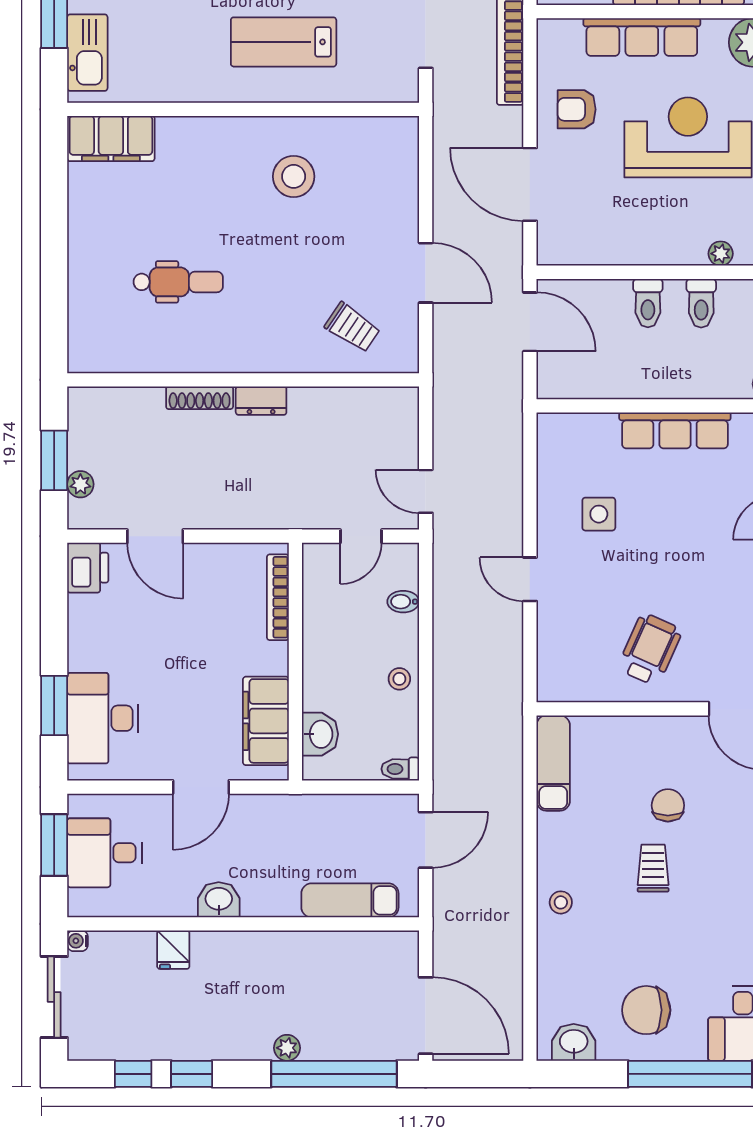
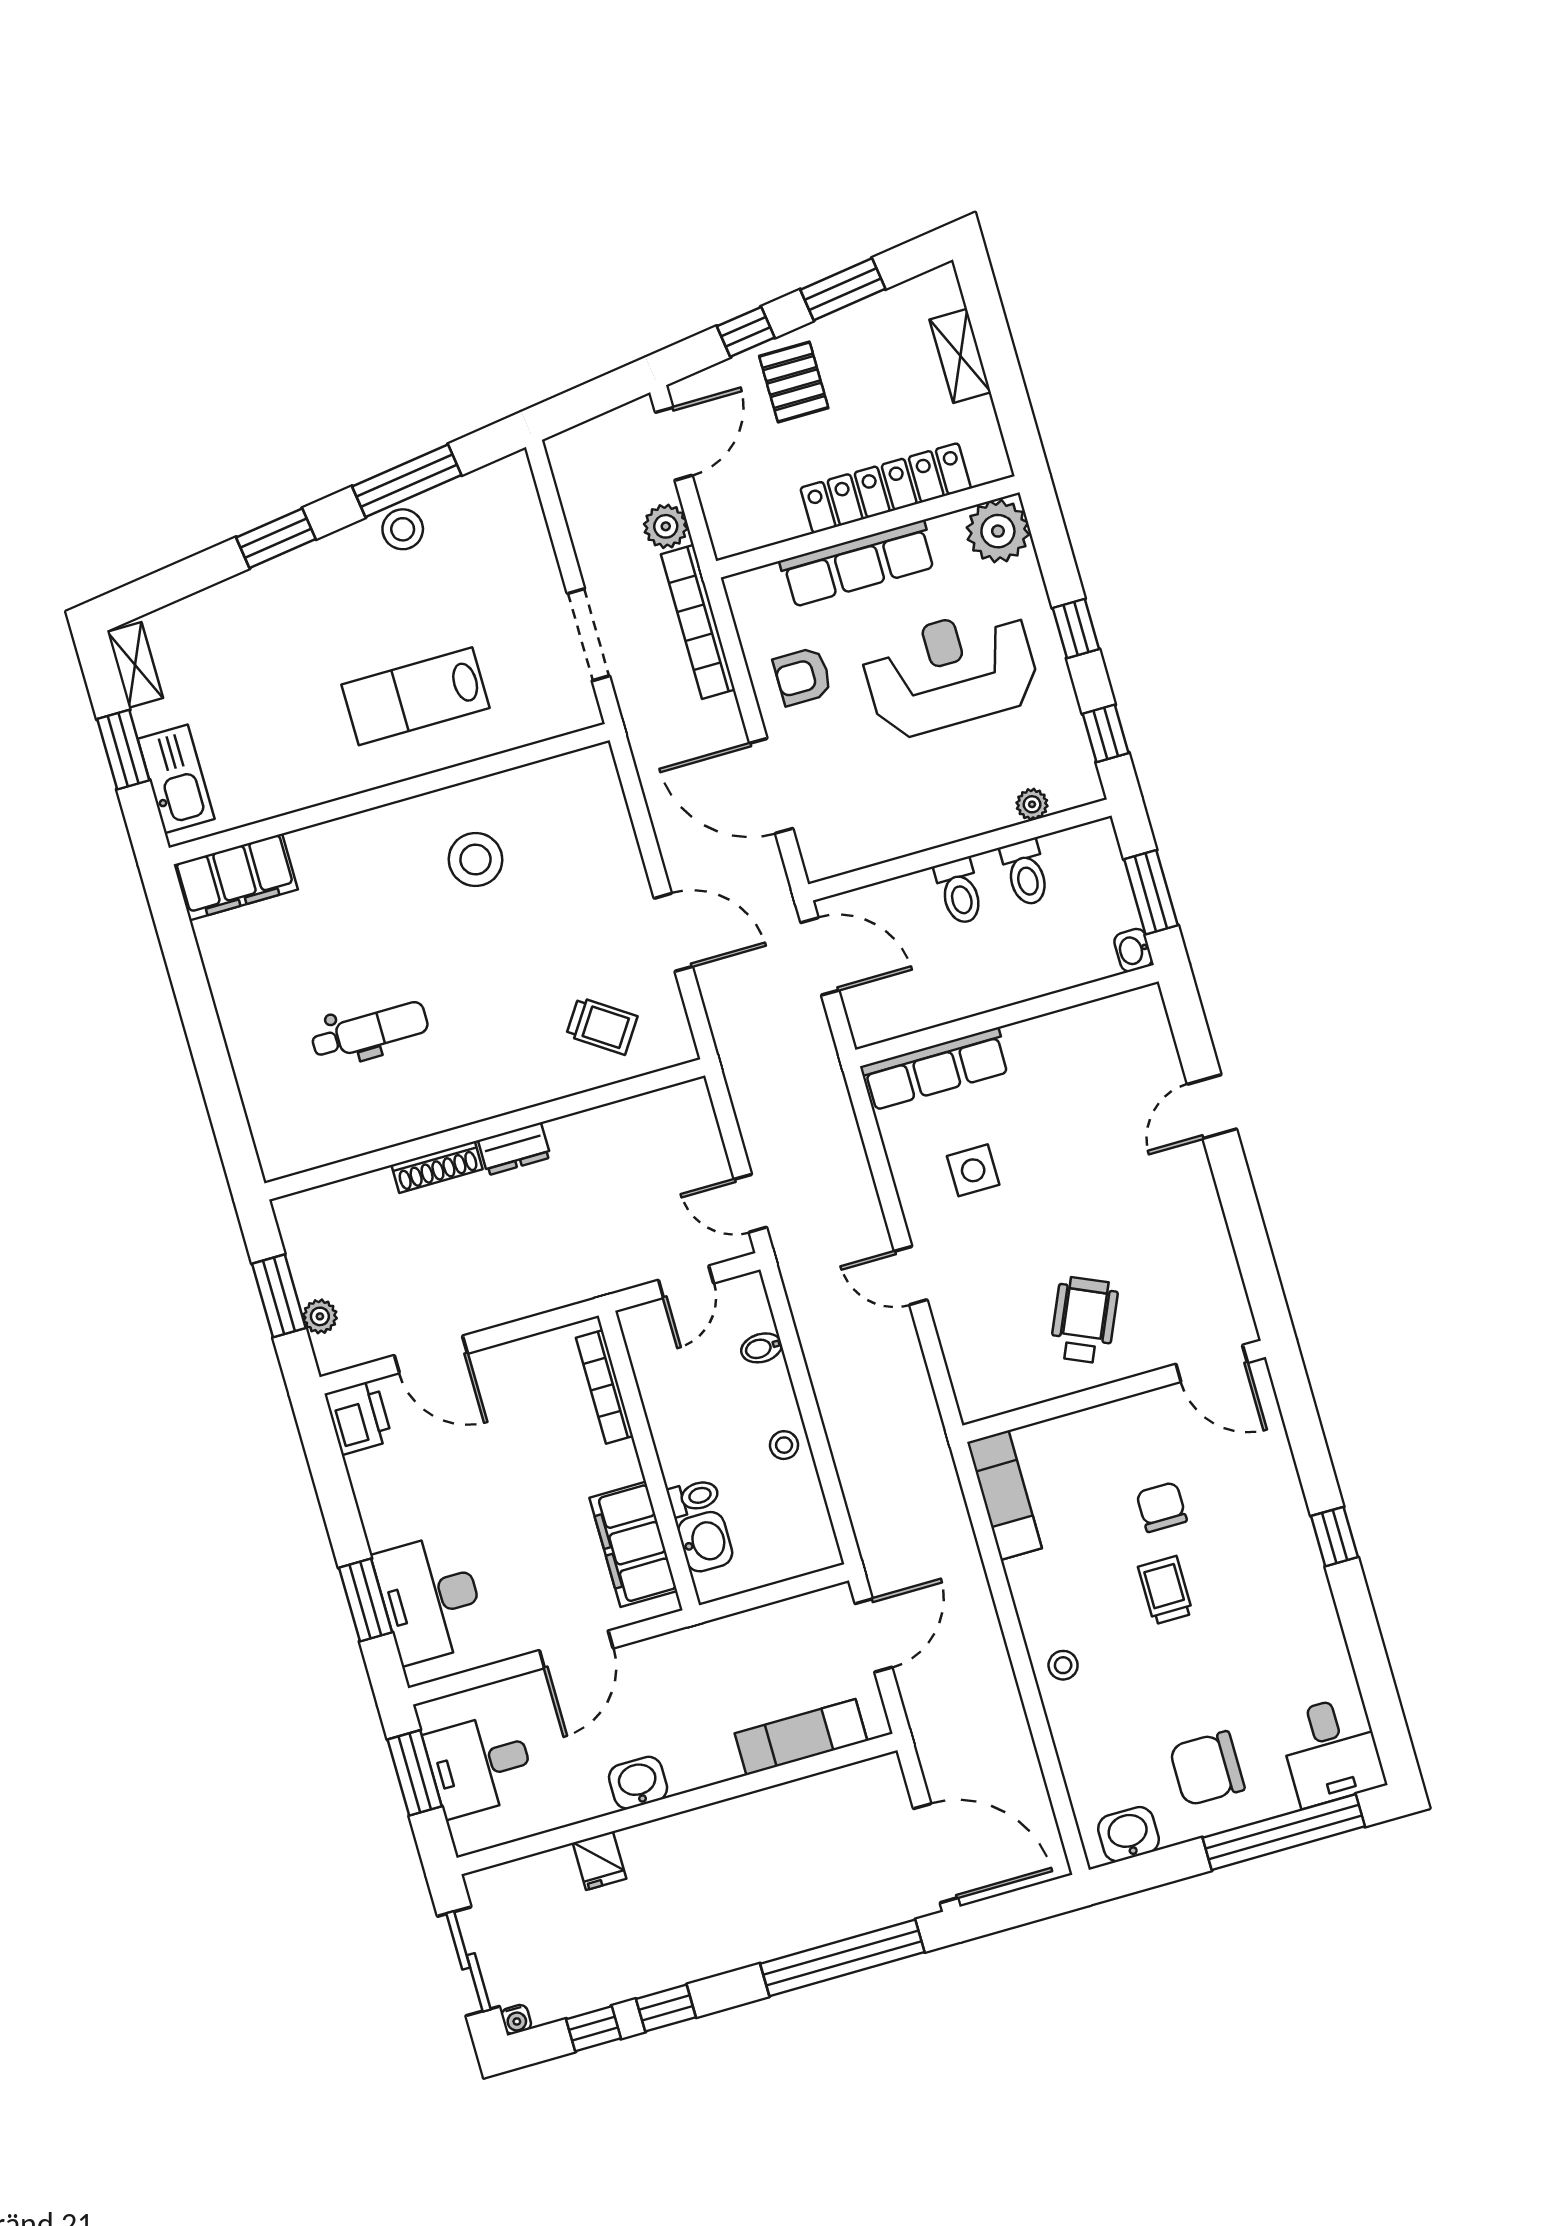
row of seats: (675, 430) -> (935, 1069), moved
toilet: (400, 769) -> (693, 1497), moved, turned 180
water cooler: (78, 941) -> (516, 2019), moved, turned -90
plant: (287, 1048) -> (775, 1942), removed

